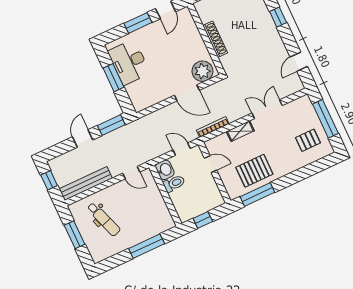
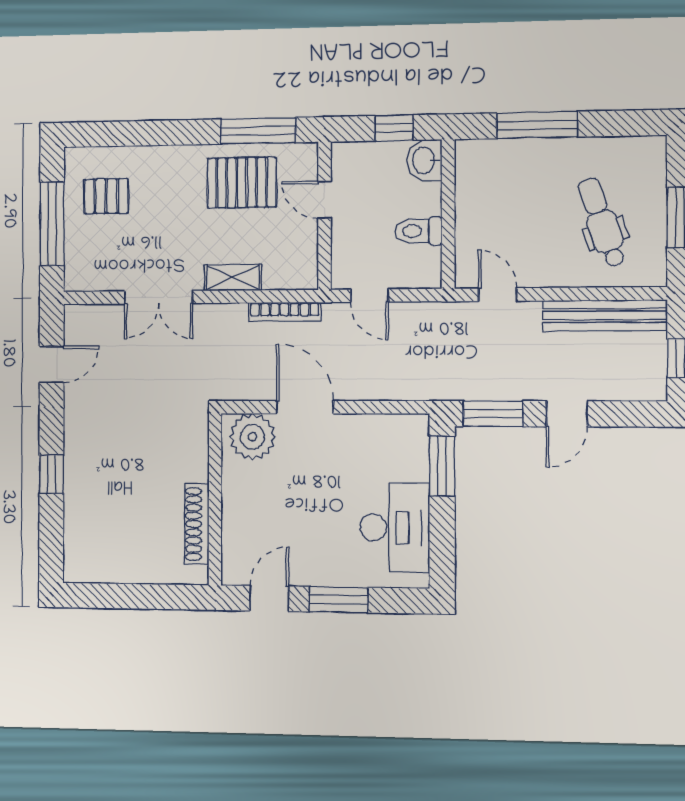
shoe rack: (215, 39) -> (197, 524), moved
window: (113, 78) -> (442, 466), moved
door: (211, 164) -> (325, 200), moved
washbasin: (165, 170) -> (424, 160), moved

